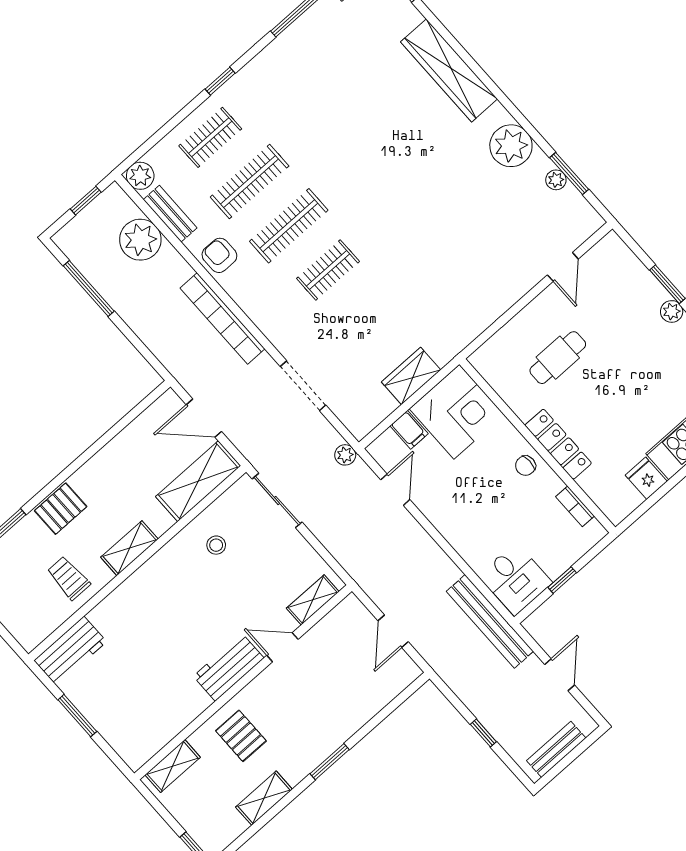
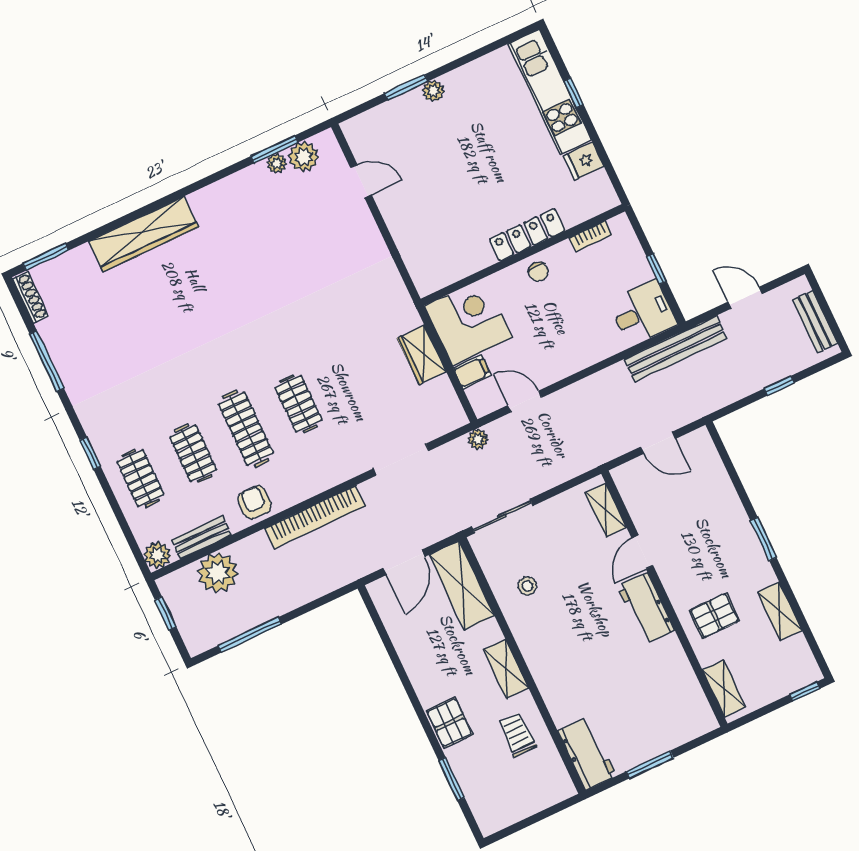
plant: (511, 146) -> (304, 157), moved, width x0.73, depth x0.73
clothes rail: (250, 182) -> (193, 453), width x0.73
armchair: (219, 255) -> (255, 502), turned 90
cafe table: (558, 358) -> (445, 211), removed
trolley: (69, 578) -> (517, 735), turned 90

